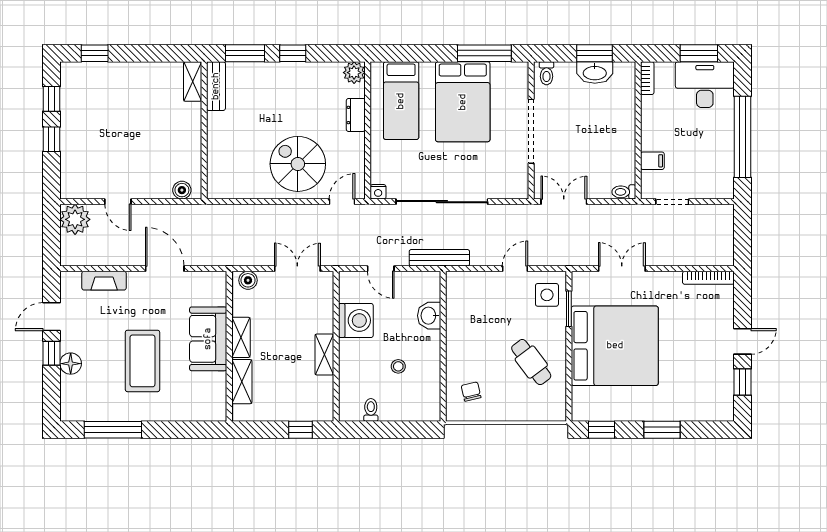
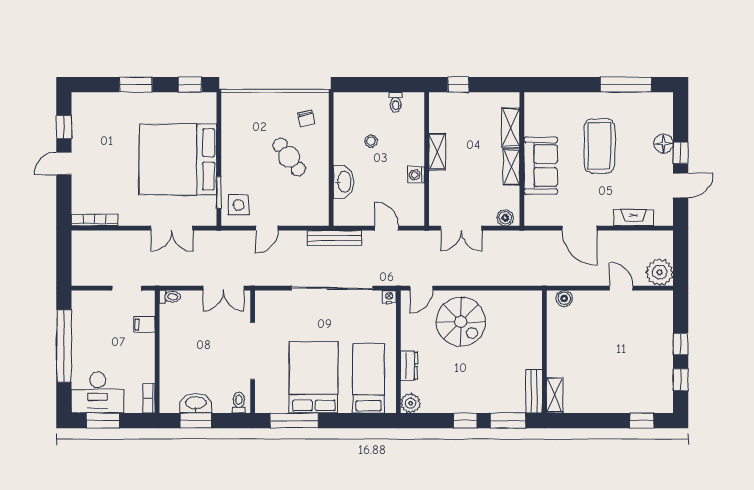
washbasin: (429, 316) -> (344, 182), width x1.38
washing machine: (356, 320) -> (416, 175), width x0.53, depth x0.53
cafe table: (531, 362) -> (289, 157), moved

